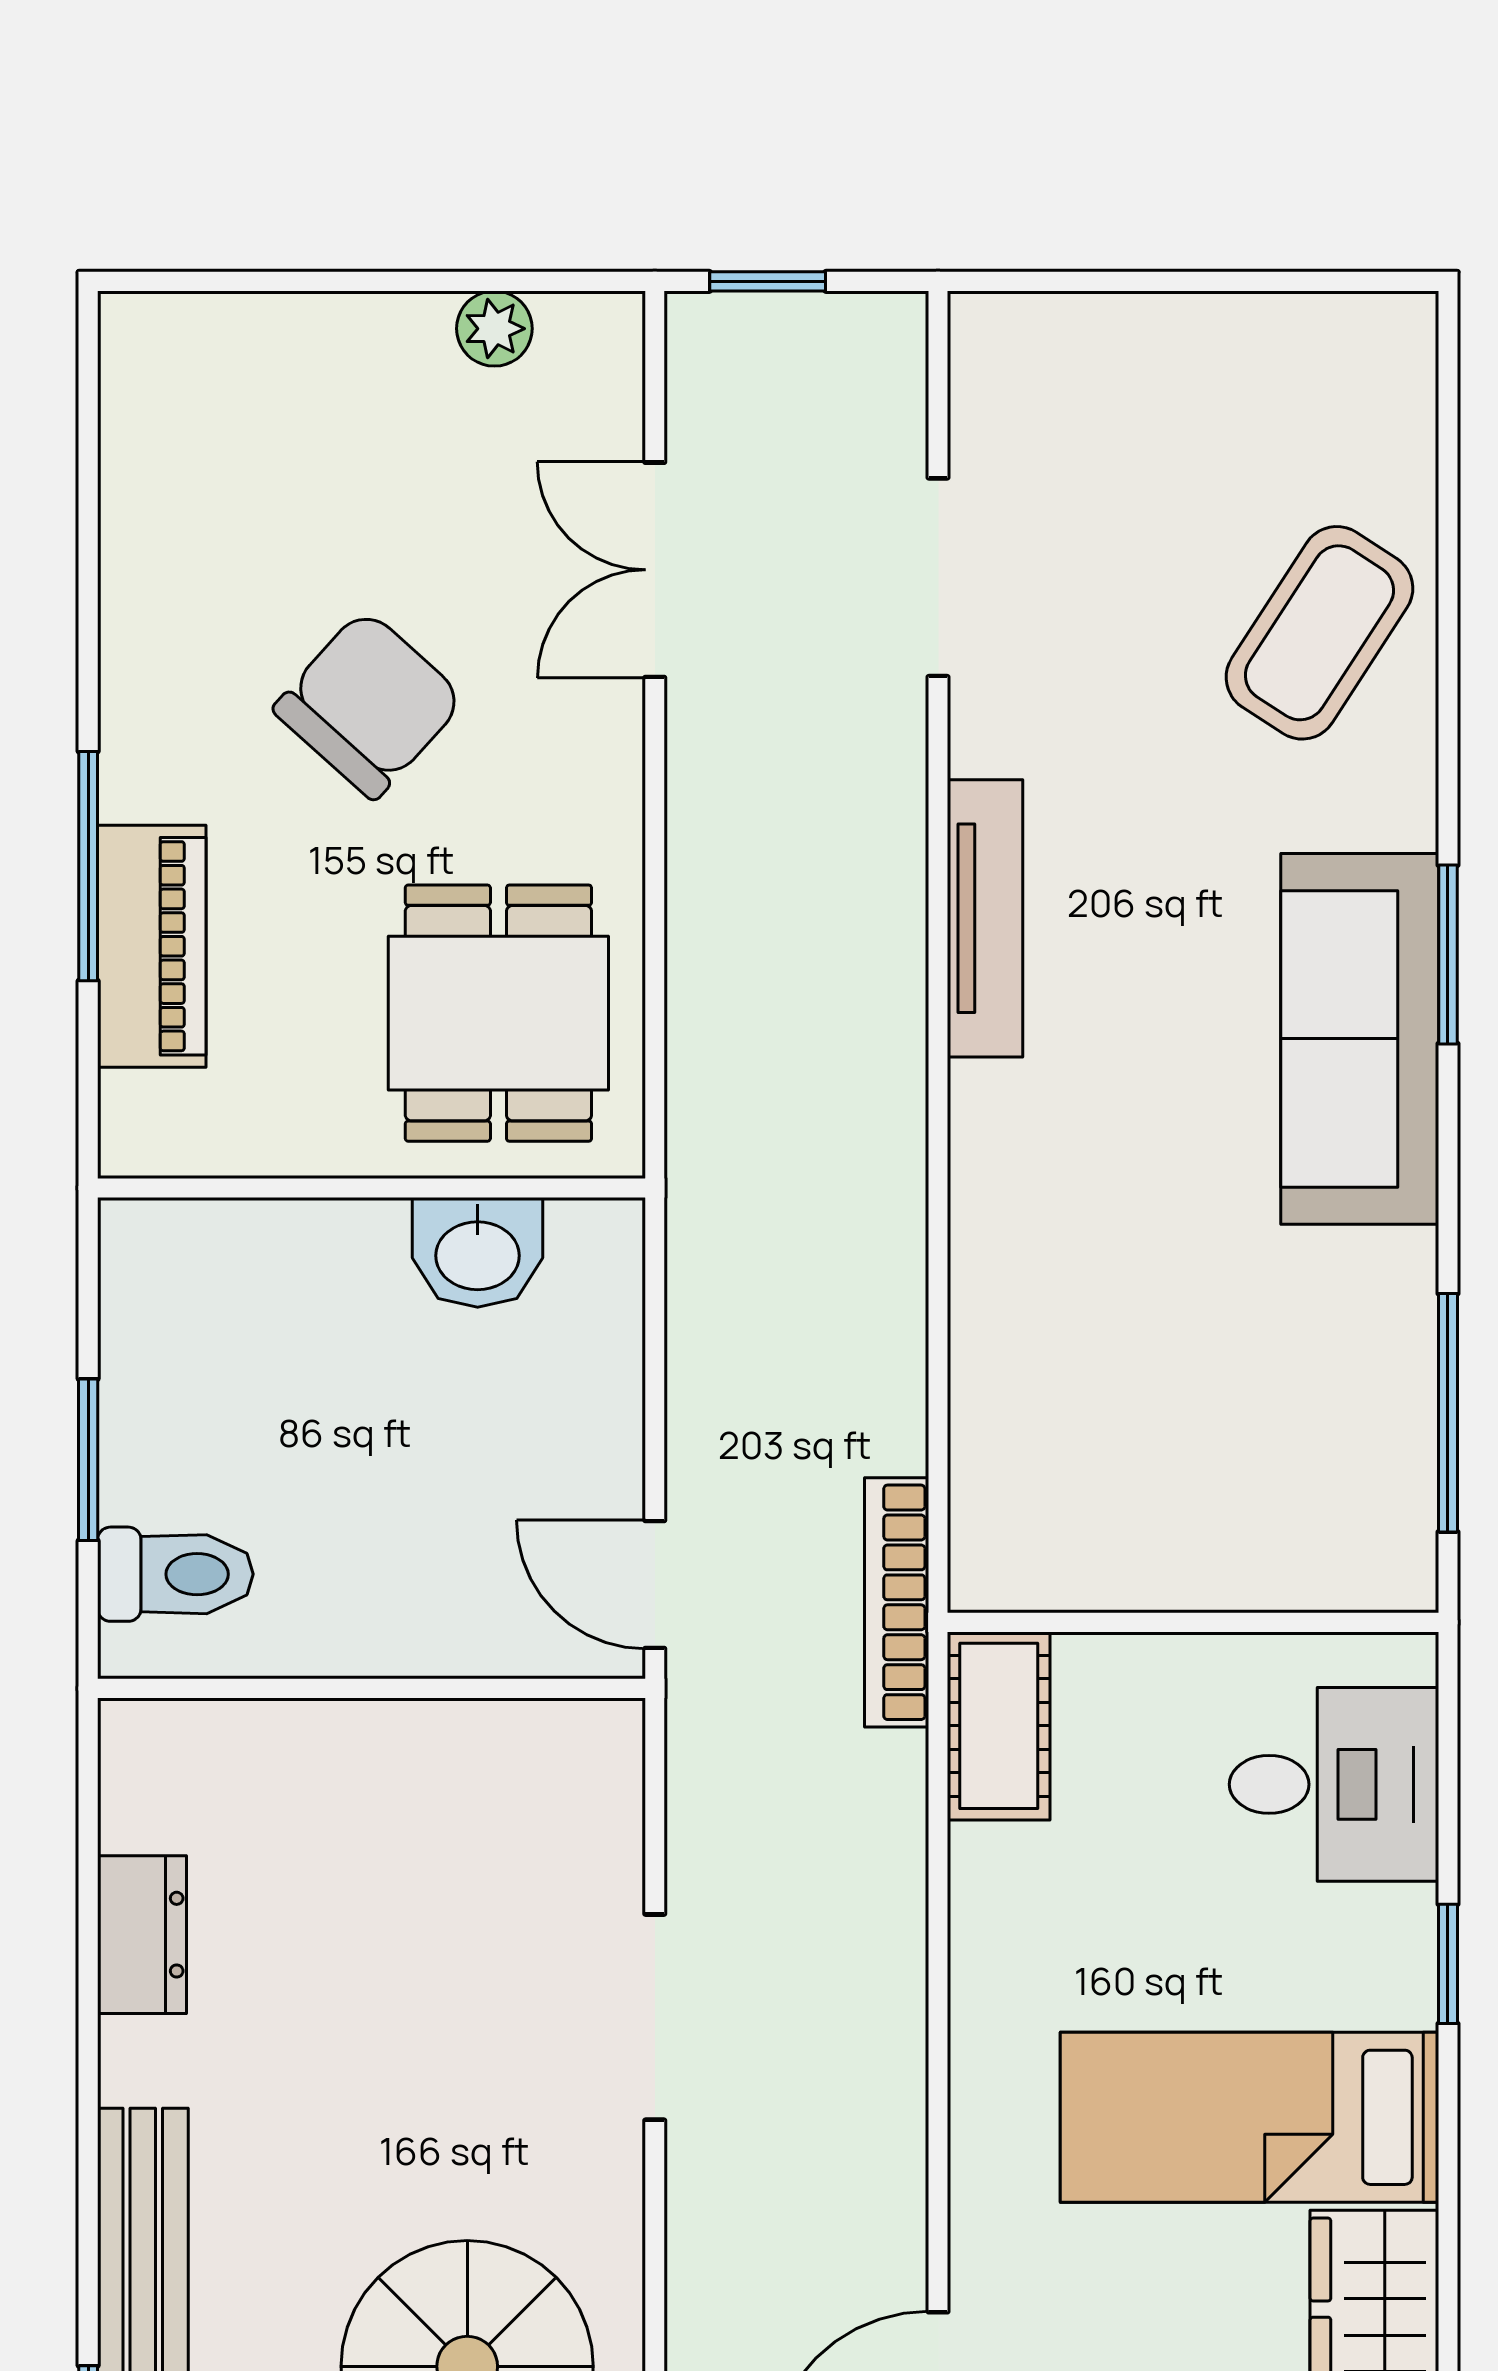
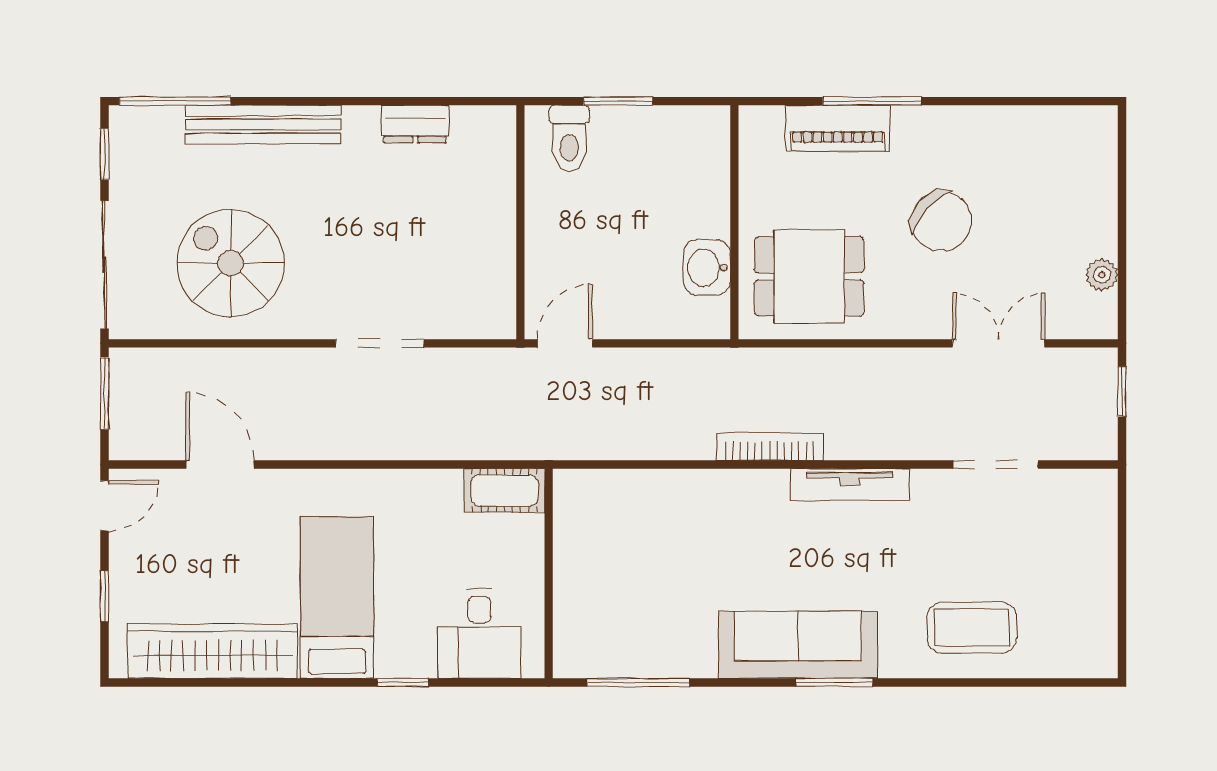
coffee table: (1319, 633) -> (972, 628), turned -33
bookcase: (897, 1602) -> (770, 447), moved

